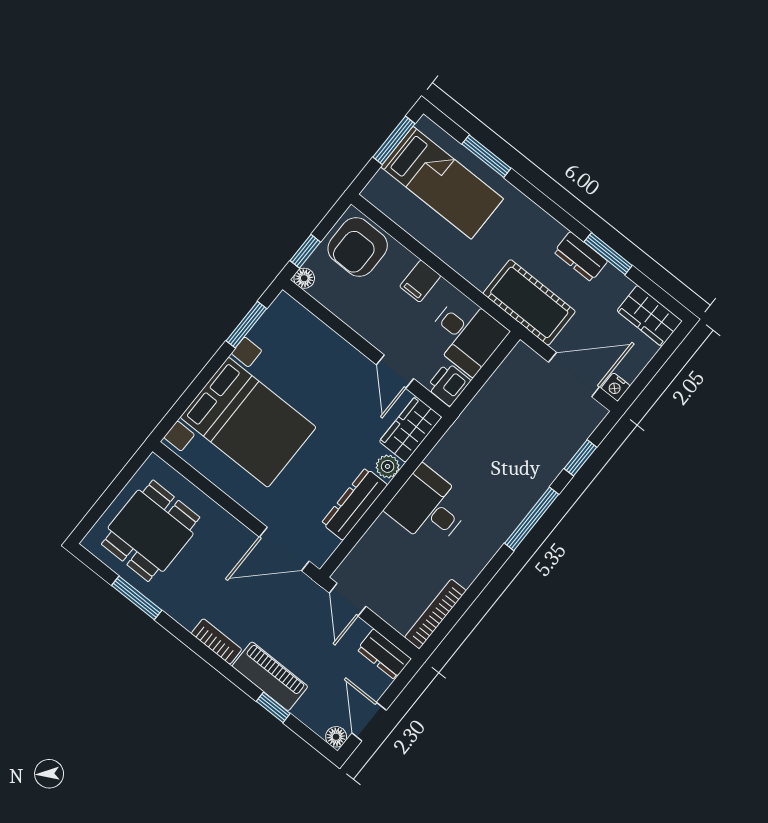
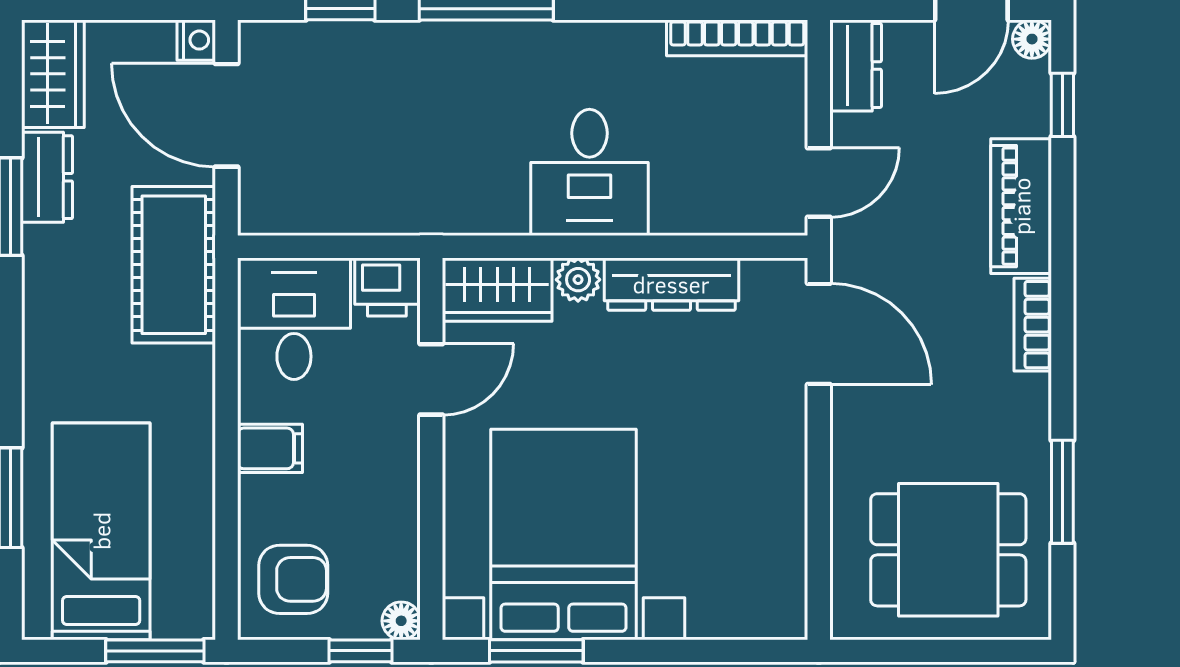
window: (394, 140) -> (155, 651), moved
armchair: (358, 247) -> (293, 579), width x0.72, depth x0.72
dresser: (581, 257) -> (47, 177), moved
bed with nightstands: (248, 422) -> (563, 534), moved
window: (273, 707) -> (1062, 105), moved

